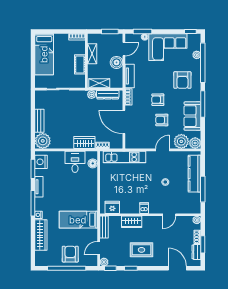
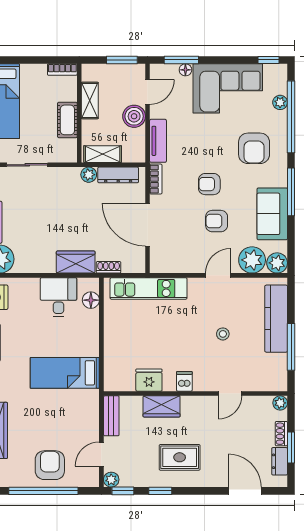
fridge: (112, 207) -> (149, 380), moved
bed: (78, 220) -> (65, 373), moved

